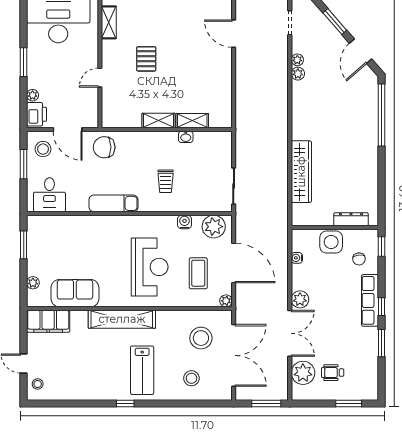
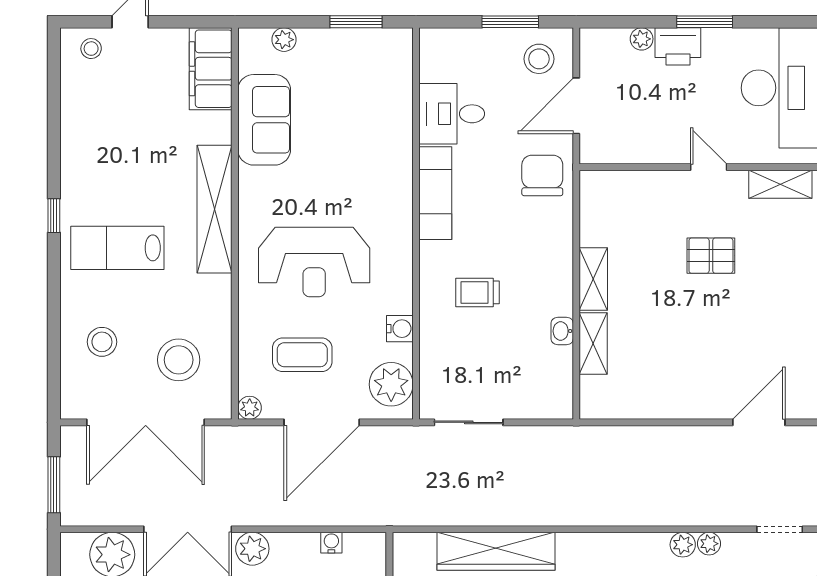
door: (100, 78) -> (709, 167), moved
printer: (36, 114) -> (678, 46), moved
desk: (49, 195) -> (452, 114), moved

